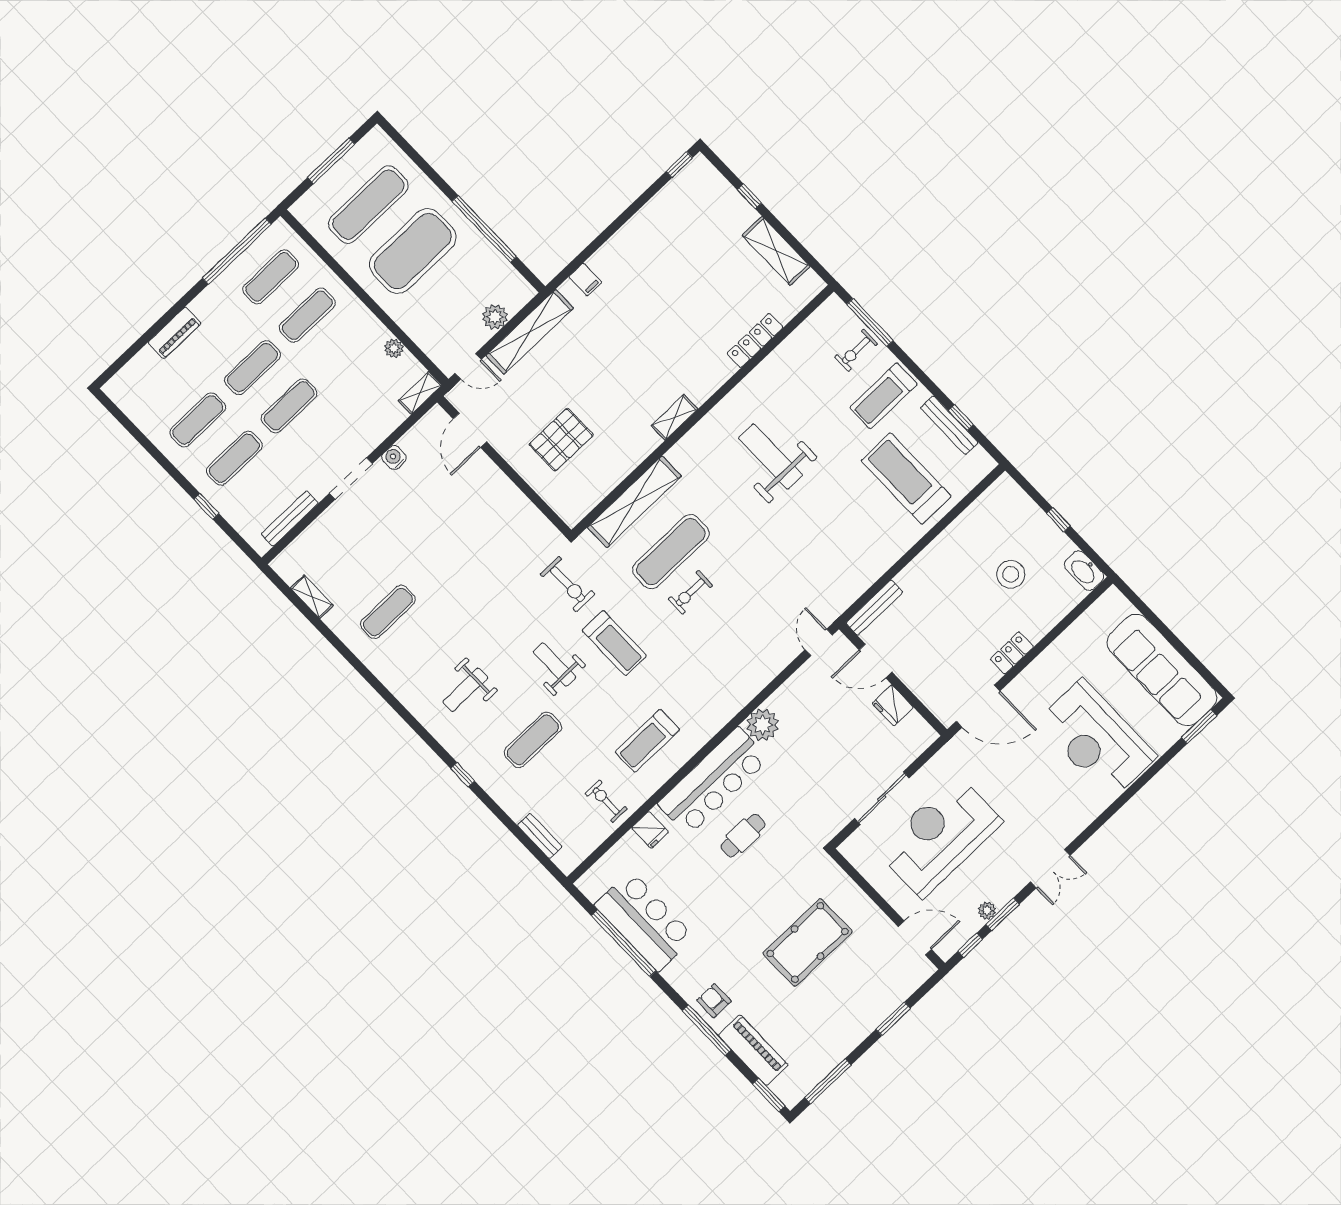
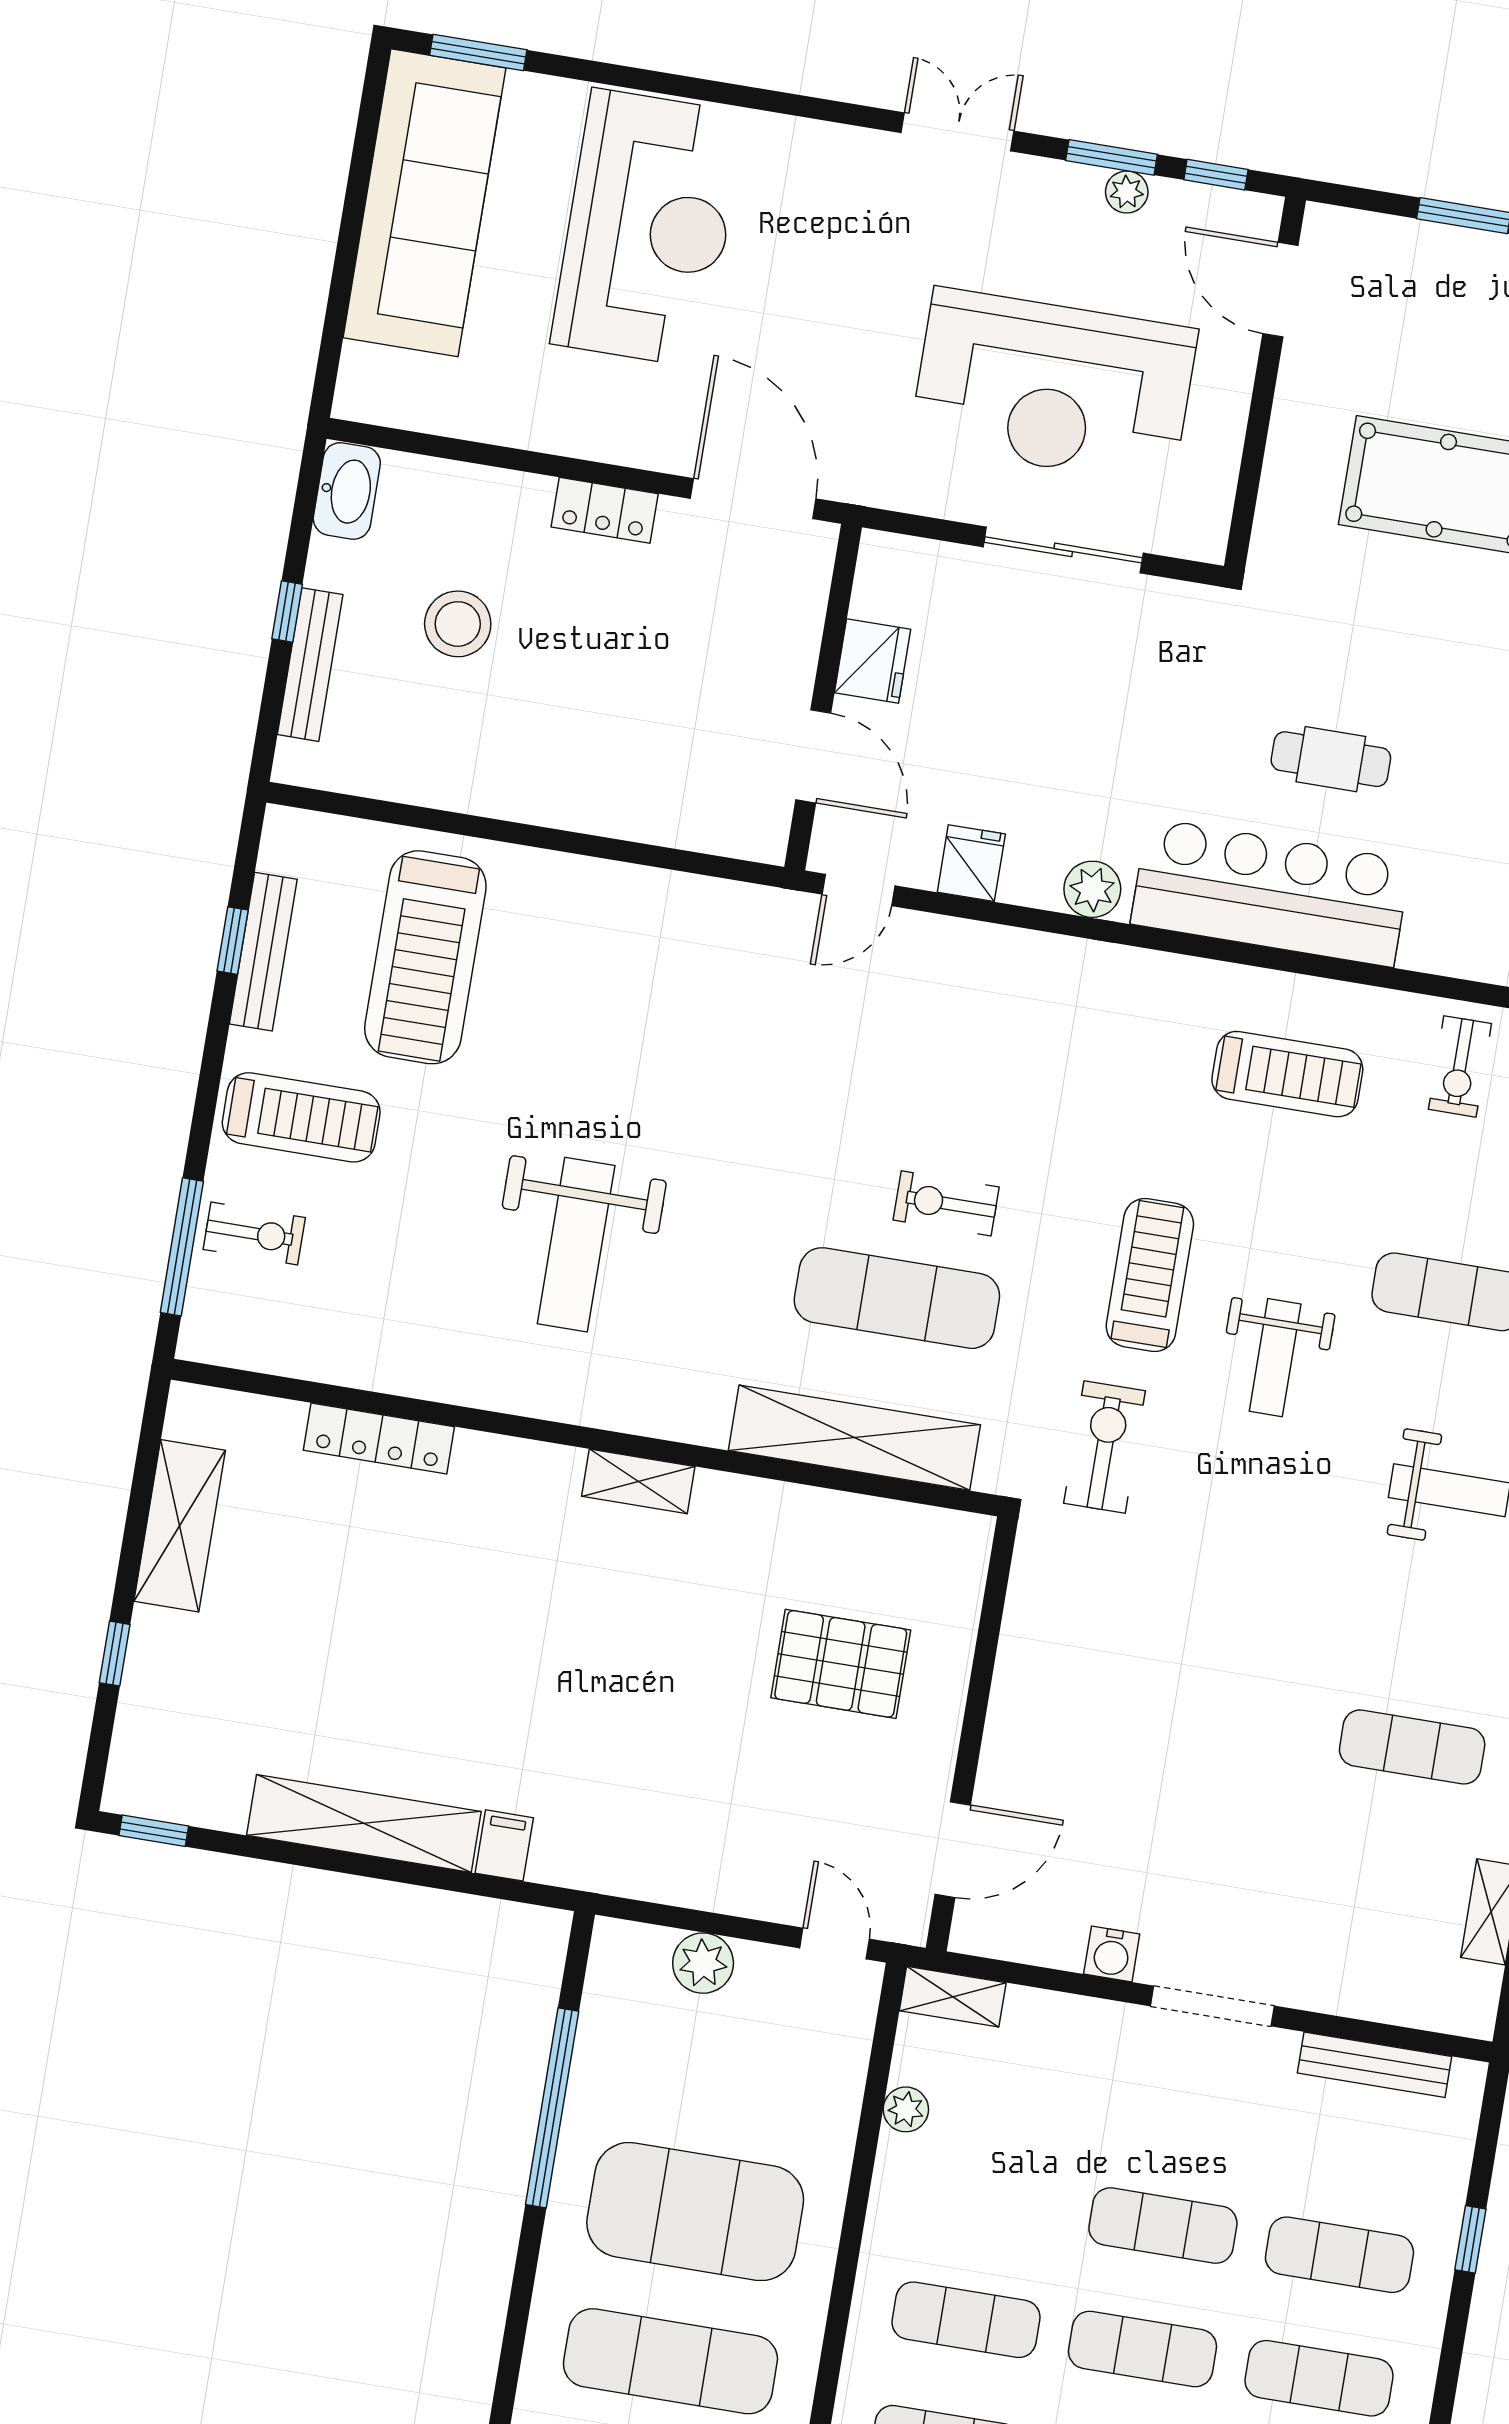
shelving: (530, 332) -> (364, 1823), moved
exercise bike: (690, 592) -> (946, 1203), turned 180
bench: (874, 608) -> (310, 665), moved, turned 90
plant: (763, 725) -> (1092, 889), width x0.73, depth x0.73
fridge: (650, 830) -> (971, 863), moved

